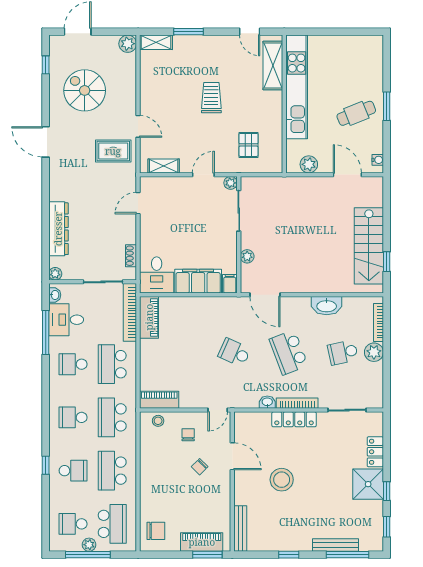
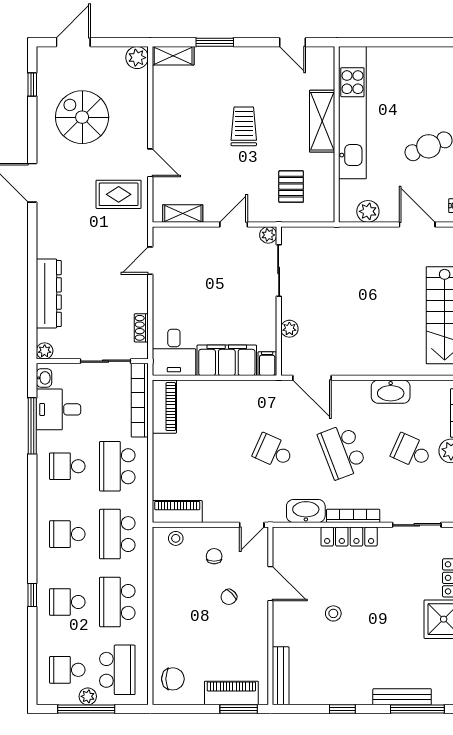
shelving: (273, 66) -> (322, 121), moved
school desk: (343, 352) -> (411, 451), turned 36
washbasin: (267, 402) -> (306, 511), width x1.91, depth x1.45
school desk: (73, 471) -> (67, 602), turned 180
stool: (282, 480) -> (333, 613), width x0.53, depth x0.53

